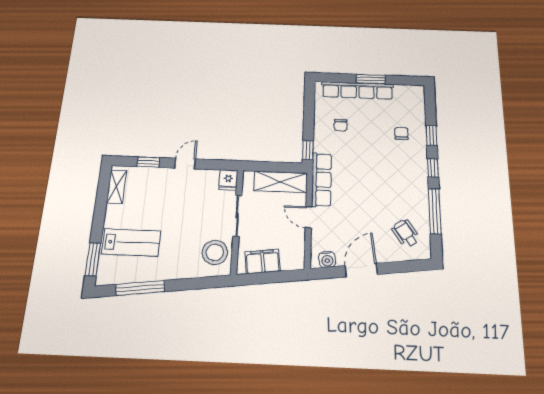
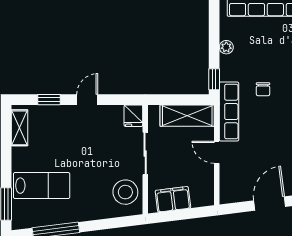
plant: (320, 123) -> (226, 47), added
chair: (341, 125) -> (263, 89), moved
water cooler: (327, 259) -> (236, 195), removed

